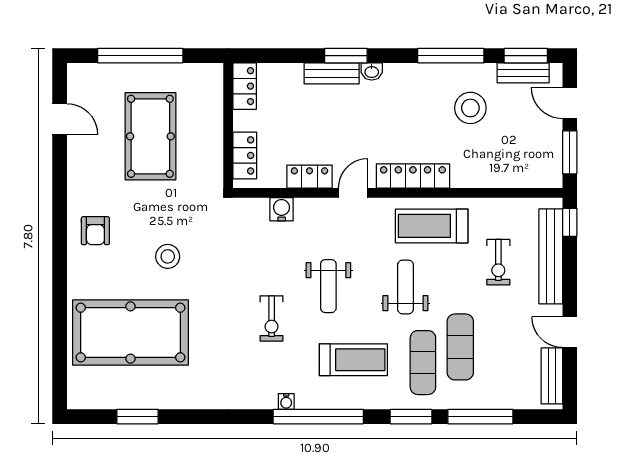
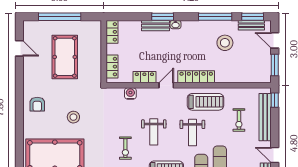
treadmill: (432, 226) -> (206, 102), turned 180
weight bench: (405, 287) -> (192, 132), turned 180

